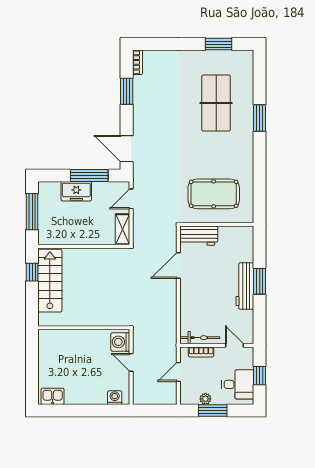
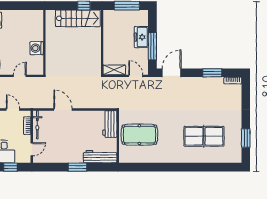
window: (260, 118) -> (193, 167), removed
pool table: (214, 194) -> (139, 135), turned 90
door: (178, 265) -> (63, 109), moved
workbench: (245, 286) -> (100, 157), moved
washing machine: (120, 342) -> (37, 48), moved, turned -90

